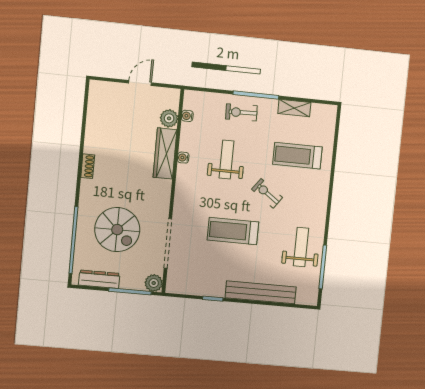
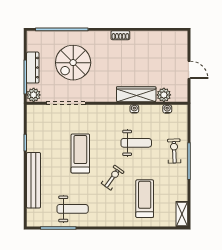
shelving: (294, 108) -> (182, 214), moved
dresser: (99, 279) -> (33, 68), moved

